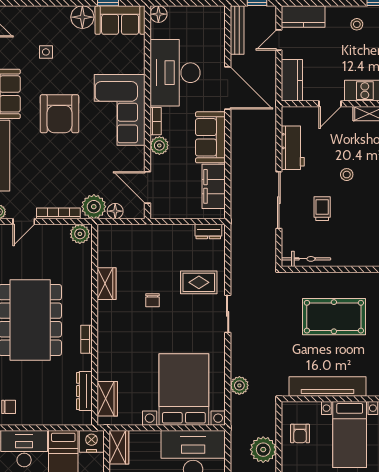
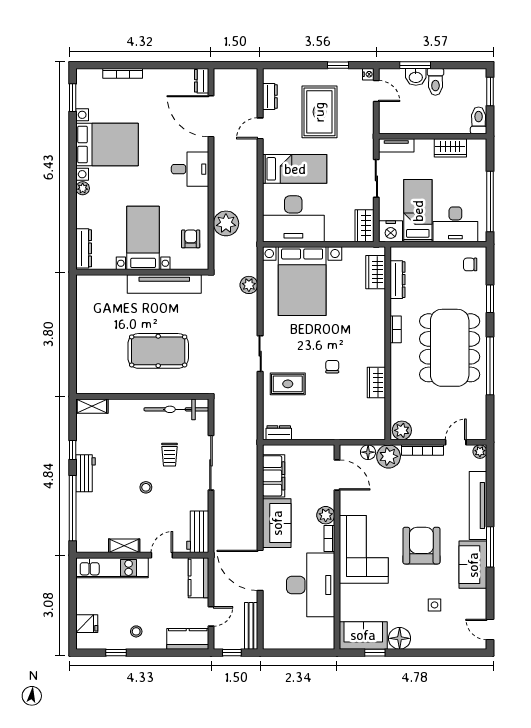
floor lamp: (158, 14) -> (326, 641), removed
workbench: (293, 148) -> (198, 532), moved
bicycle: (306, 259) -> (176, 409), width x1.37, depth x1.40

